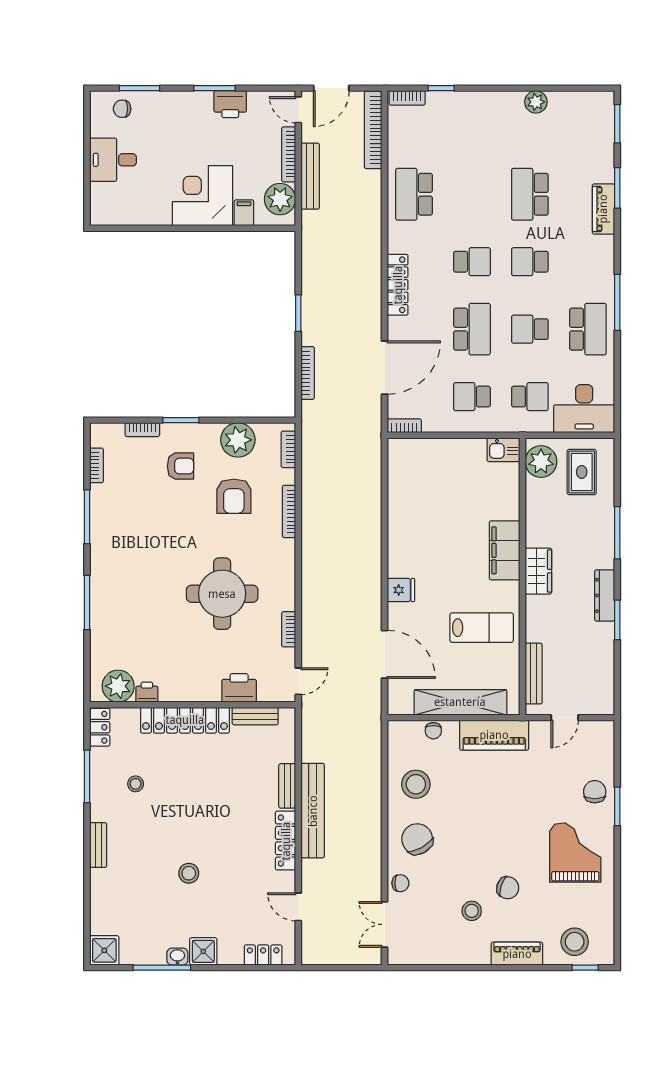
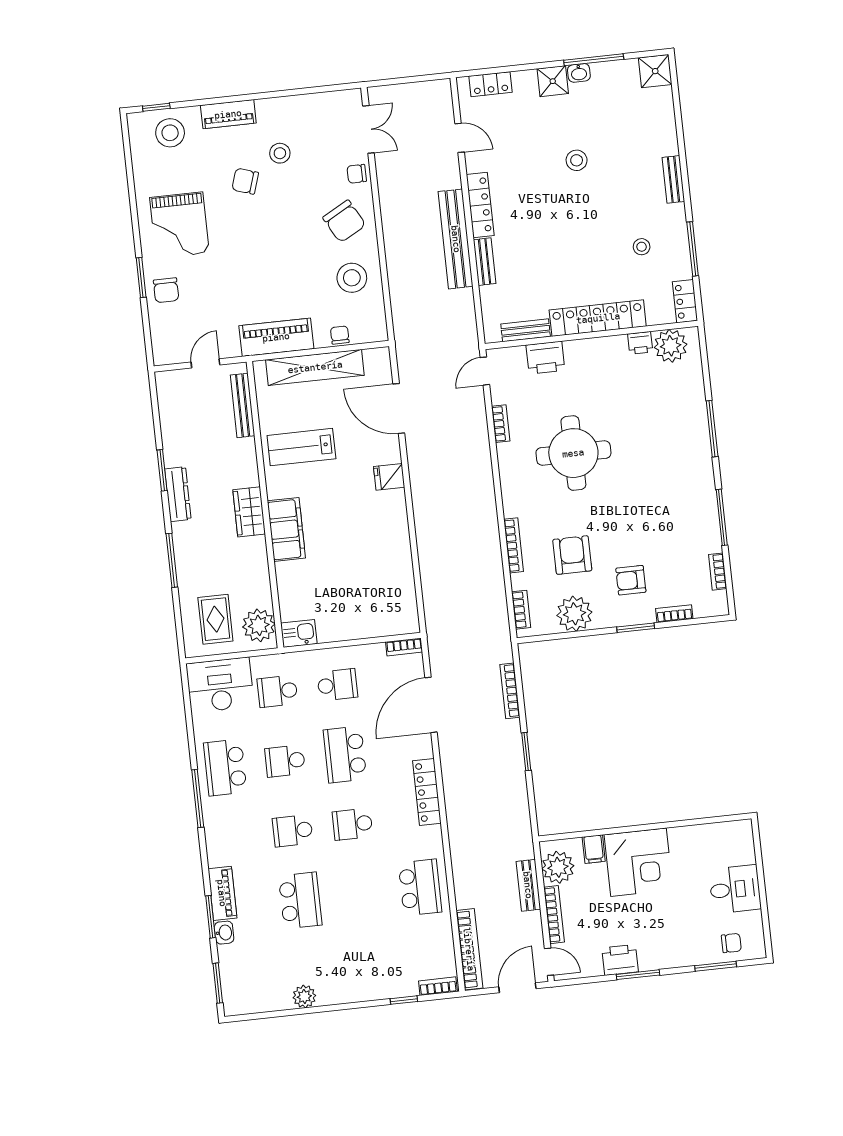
washbasin: (606, 171) -> (224, 933), added
bench: (310, 176) -> (528, 885), width x0.73
school desk: (530, 262) -> (293, 831), turned 180
school desk: (530, 329) -> (285, 761), turned 180

